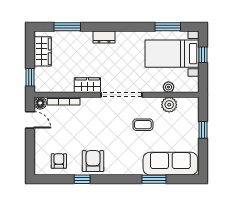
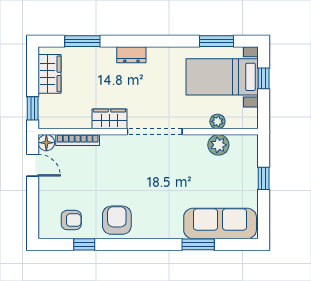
coffee table: (143, 125) -> (183, 172), removed
armchair: (59, 161) -> (71, 220), turned 90
window: (82, 179) -> (84, 244), moved

